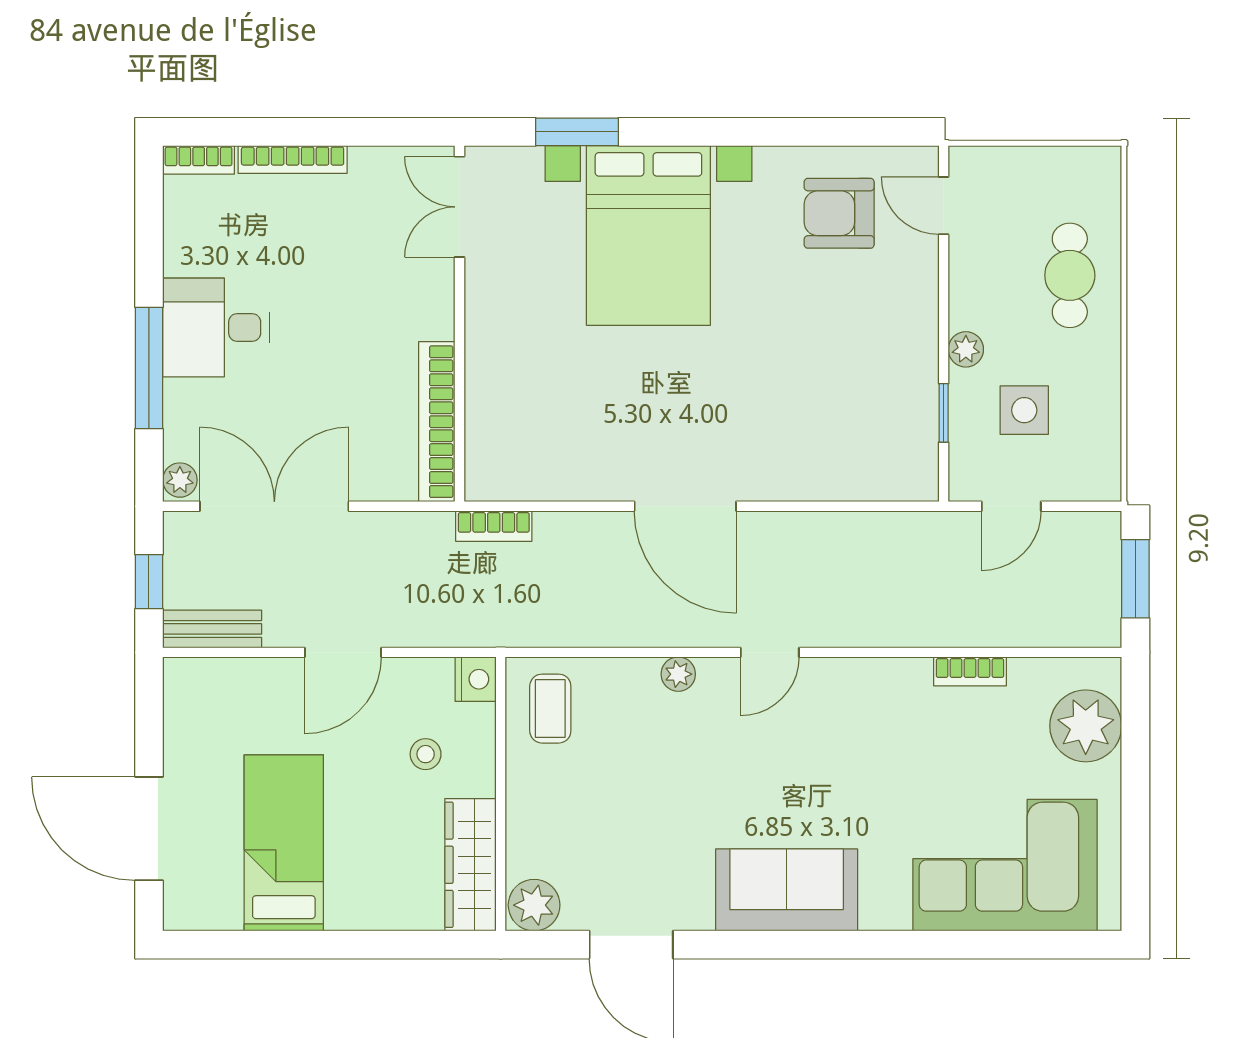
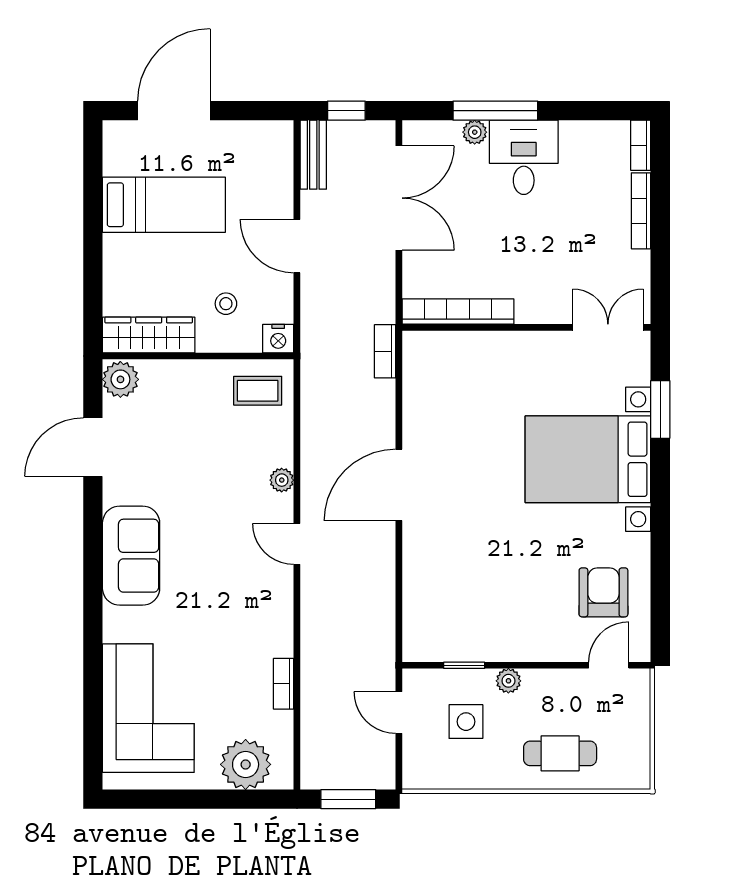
plant: (180, 480) -> (475, 132), moved

